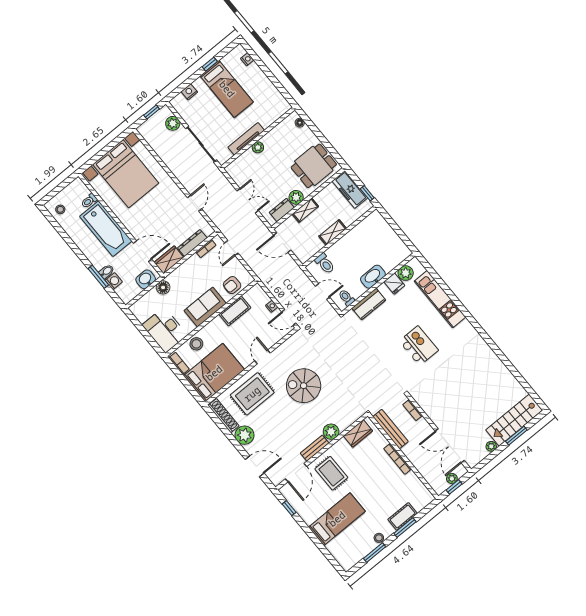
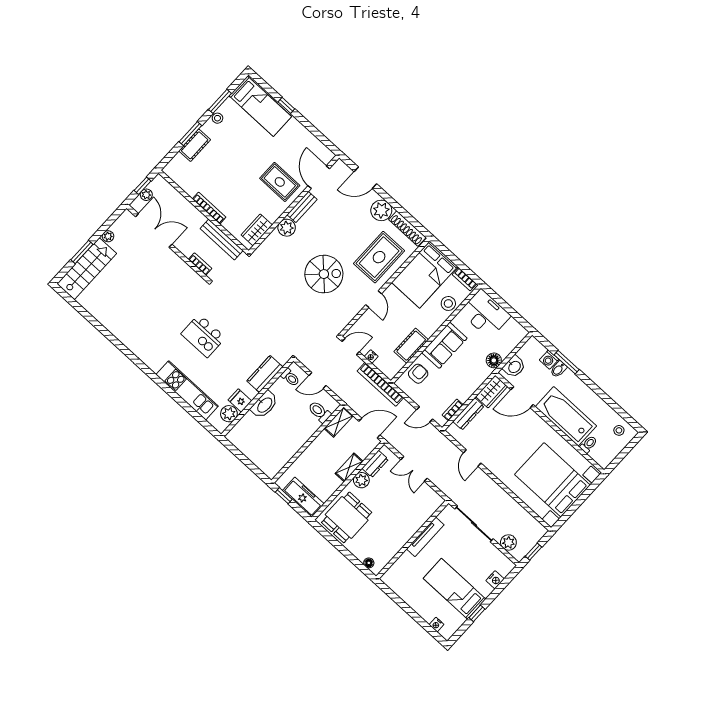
plant: (258, 147) -> (411, 529), removed
shelving: (333, 232) -> (339, 422), moved
door: (231, 248) -> (425, 414), swing flipped
bookcase: (267, 280) -> (380, 384), added
window: (289, 508) -> (286, 105), moved
bed: (337, 519) -> (260, 106), moved, turned -90

